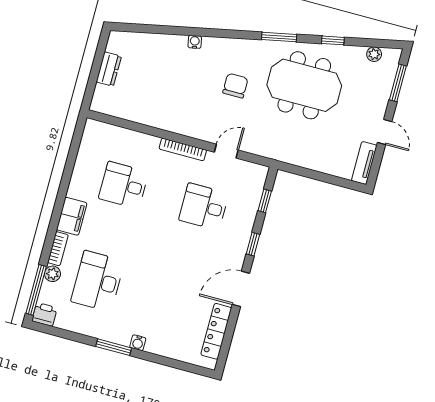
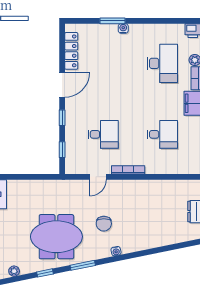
water cooler: (195, 42) -> (116, 251), moved
window: (114, 347) -> (113, 21), moved

